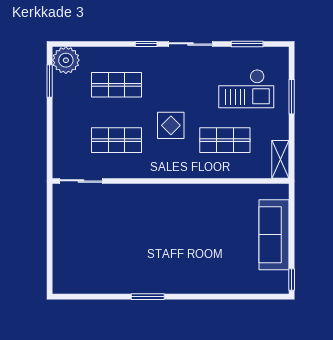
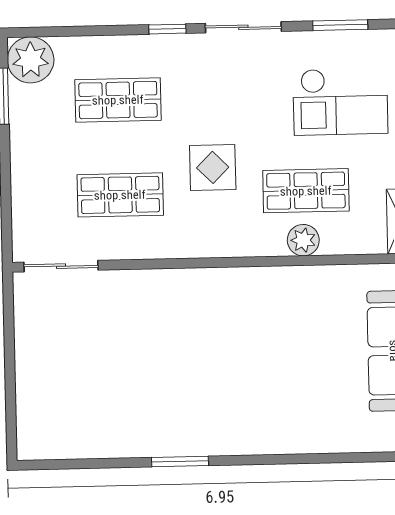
plant: (223, 169) -> (303, 240), added

